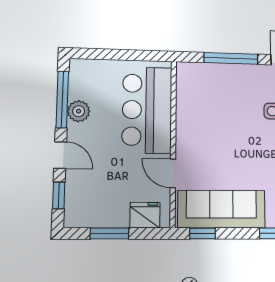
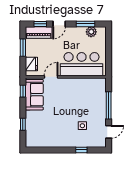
window: (62, 100) -> (86, 24), width x0.69
plant: (79, 111) -> (91, 32), moved
piano: (77, 199) -> (39, 32), added
sofa: (222, 209) -> (34, 95), width x0.73

